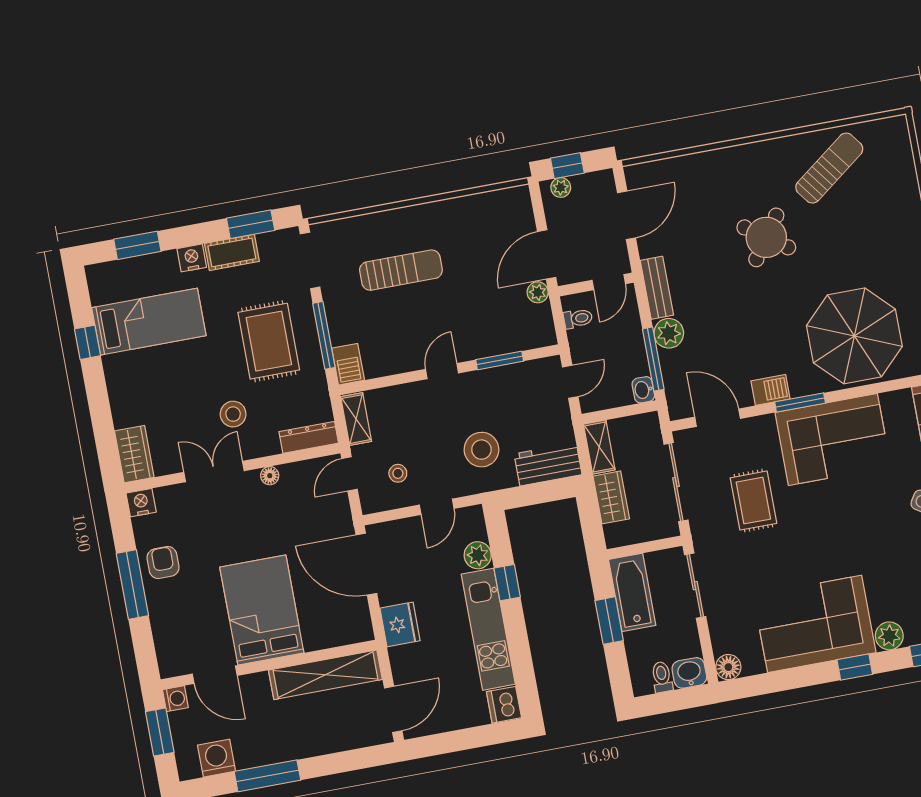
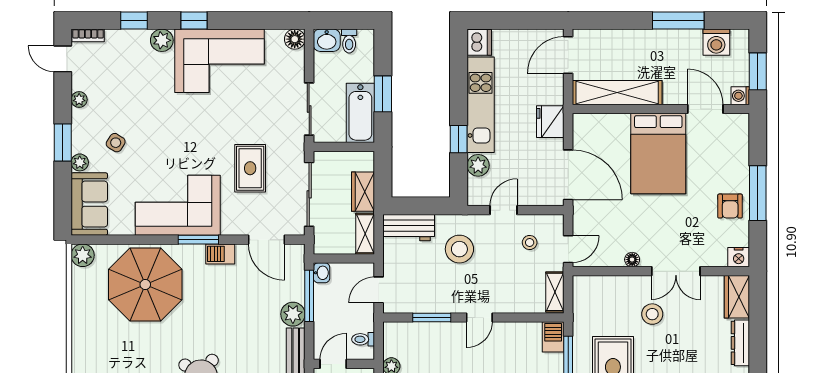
dresser: (309, 437) -> (740, 343), moved, turned 90

